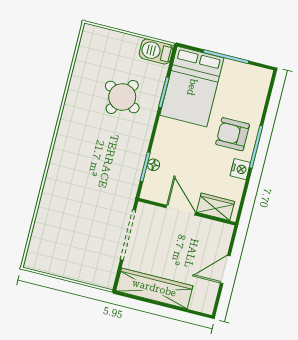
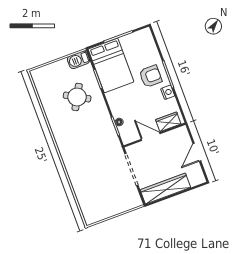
armchair: (233, 134) -> (151, 76), turned 180

